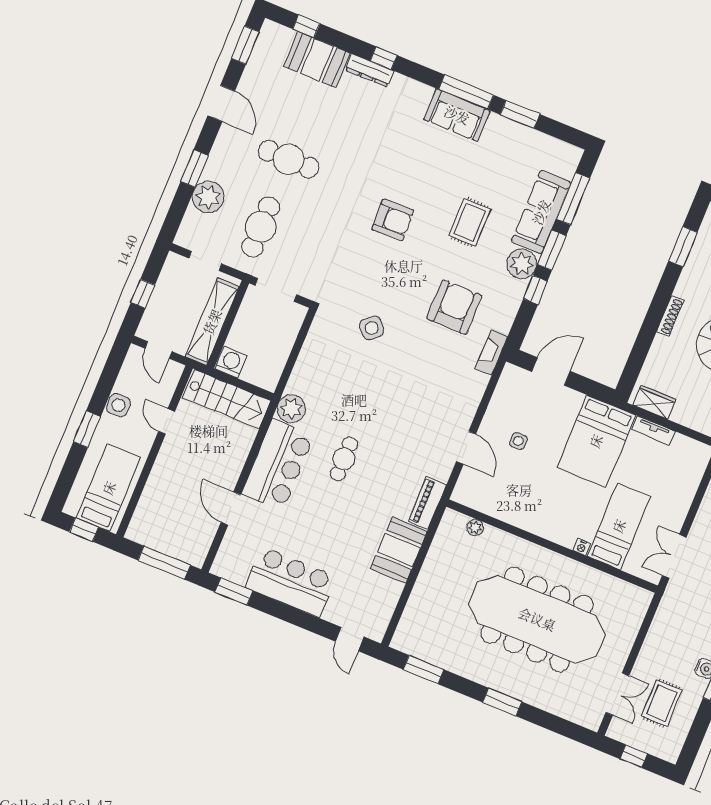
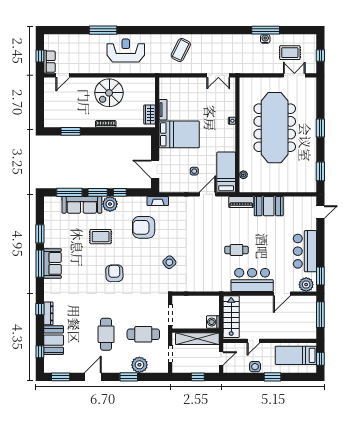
plant: (291, 409) -> (306, 285), moved
bed: (619, 526) -> (226, 172), moved, turned 90

